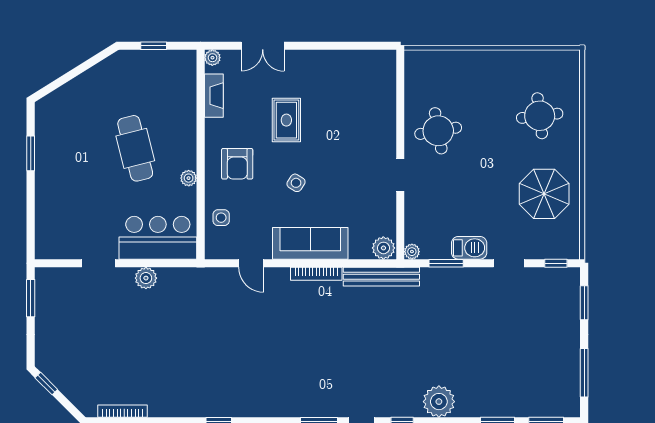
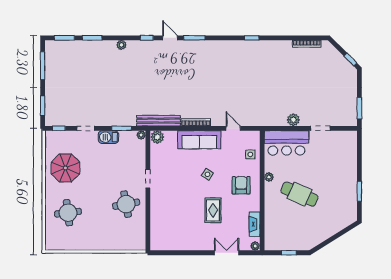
cafe table: (135, 148) -> (299, 194), turned -52
plant: (439, 402) -> (121, 45), width x0.53, depth x0.53

